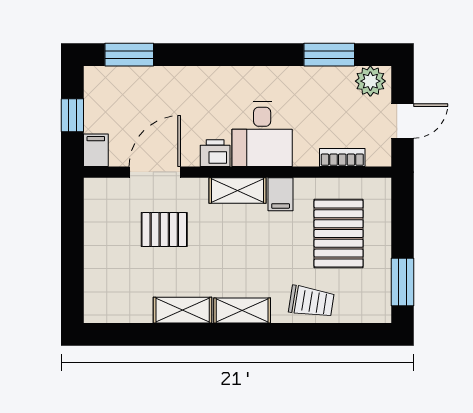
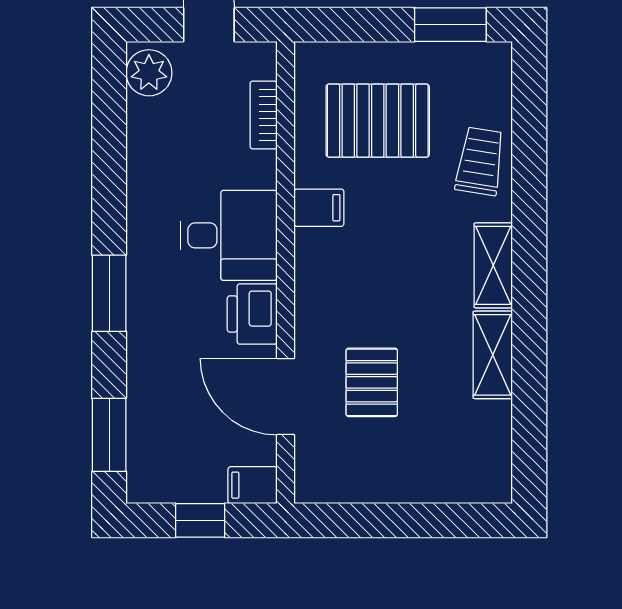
window: (329, 55) -> (109, 293), moved
printer: (215, 153) -> (252, 314), width x1.36, depth x1.24
shelving: (237, 191) -> (313, 272), removed

